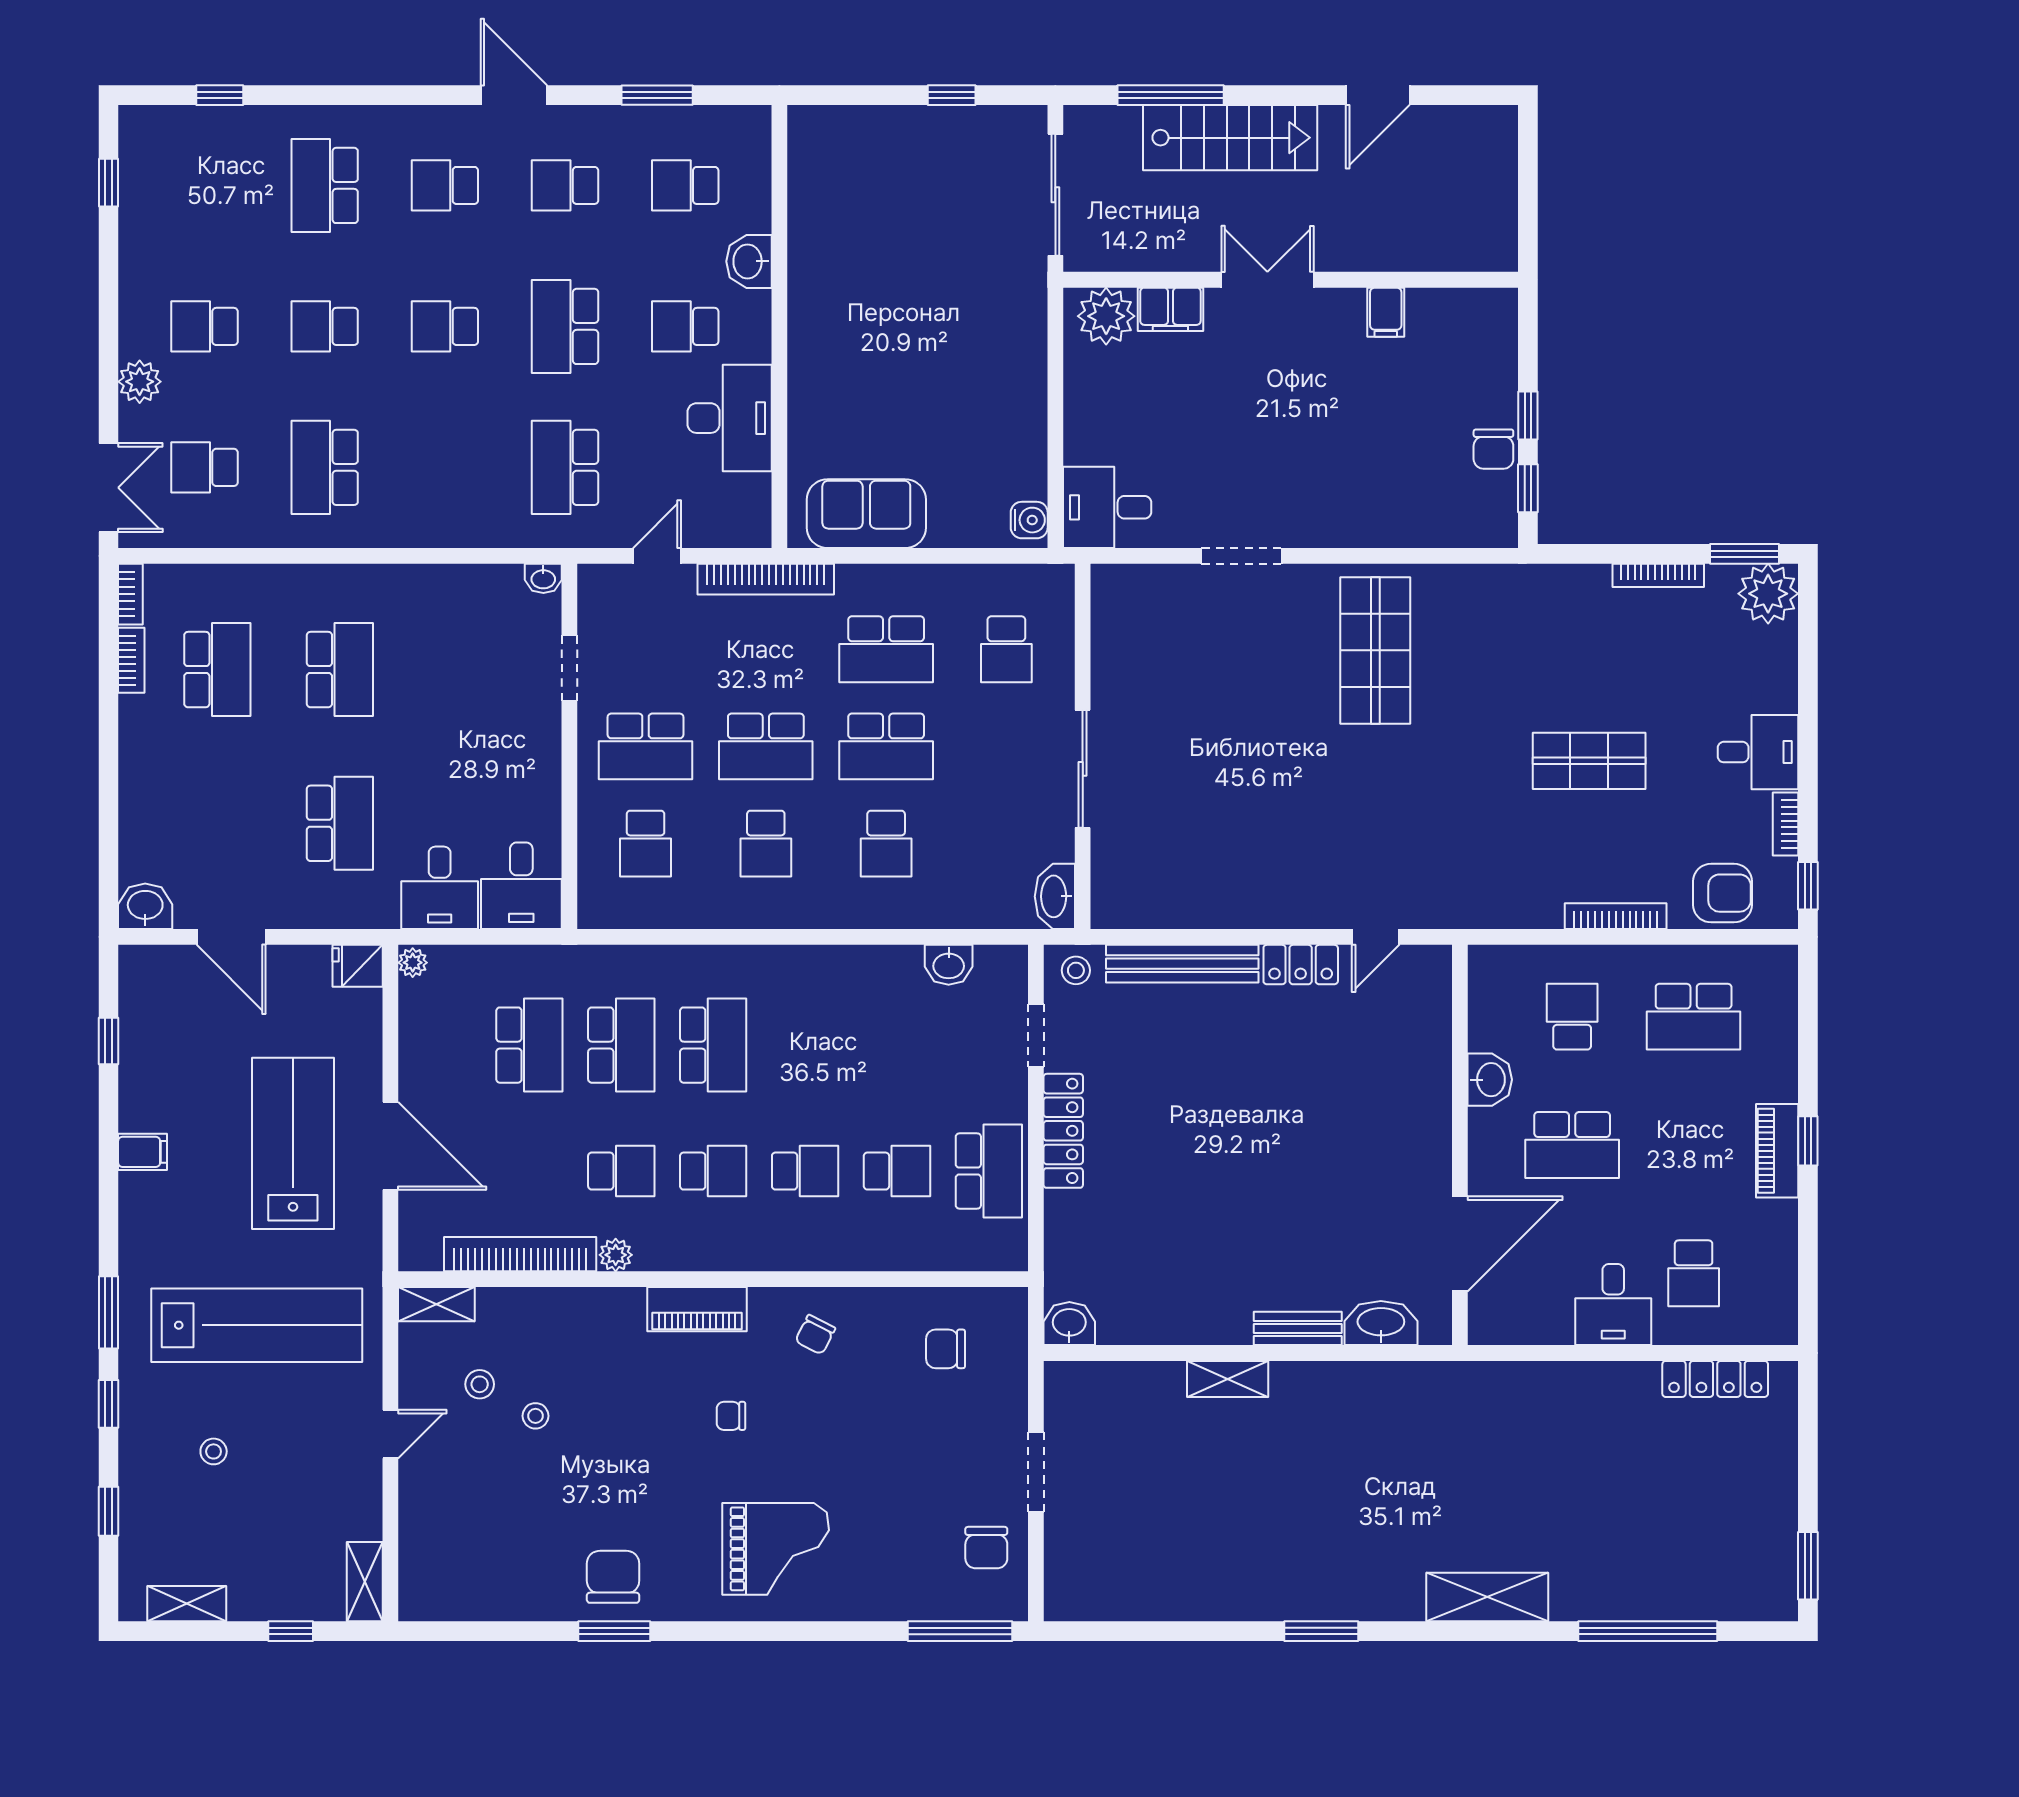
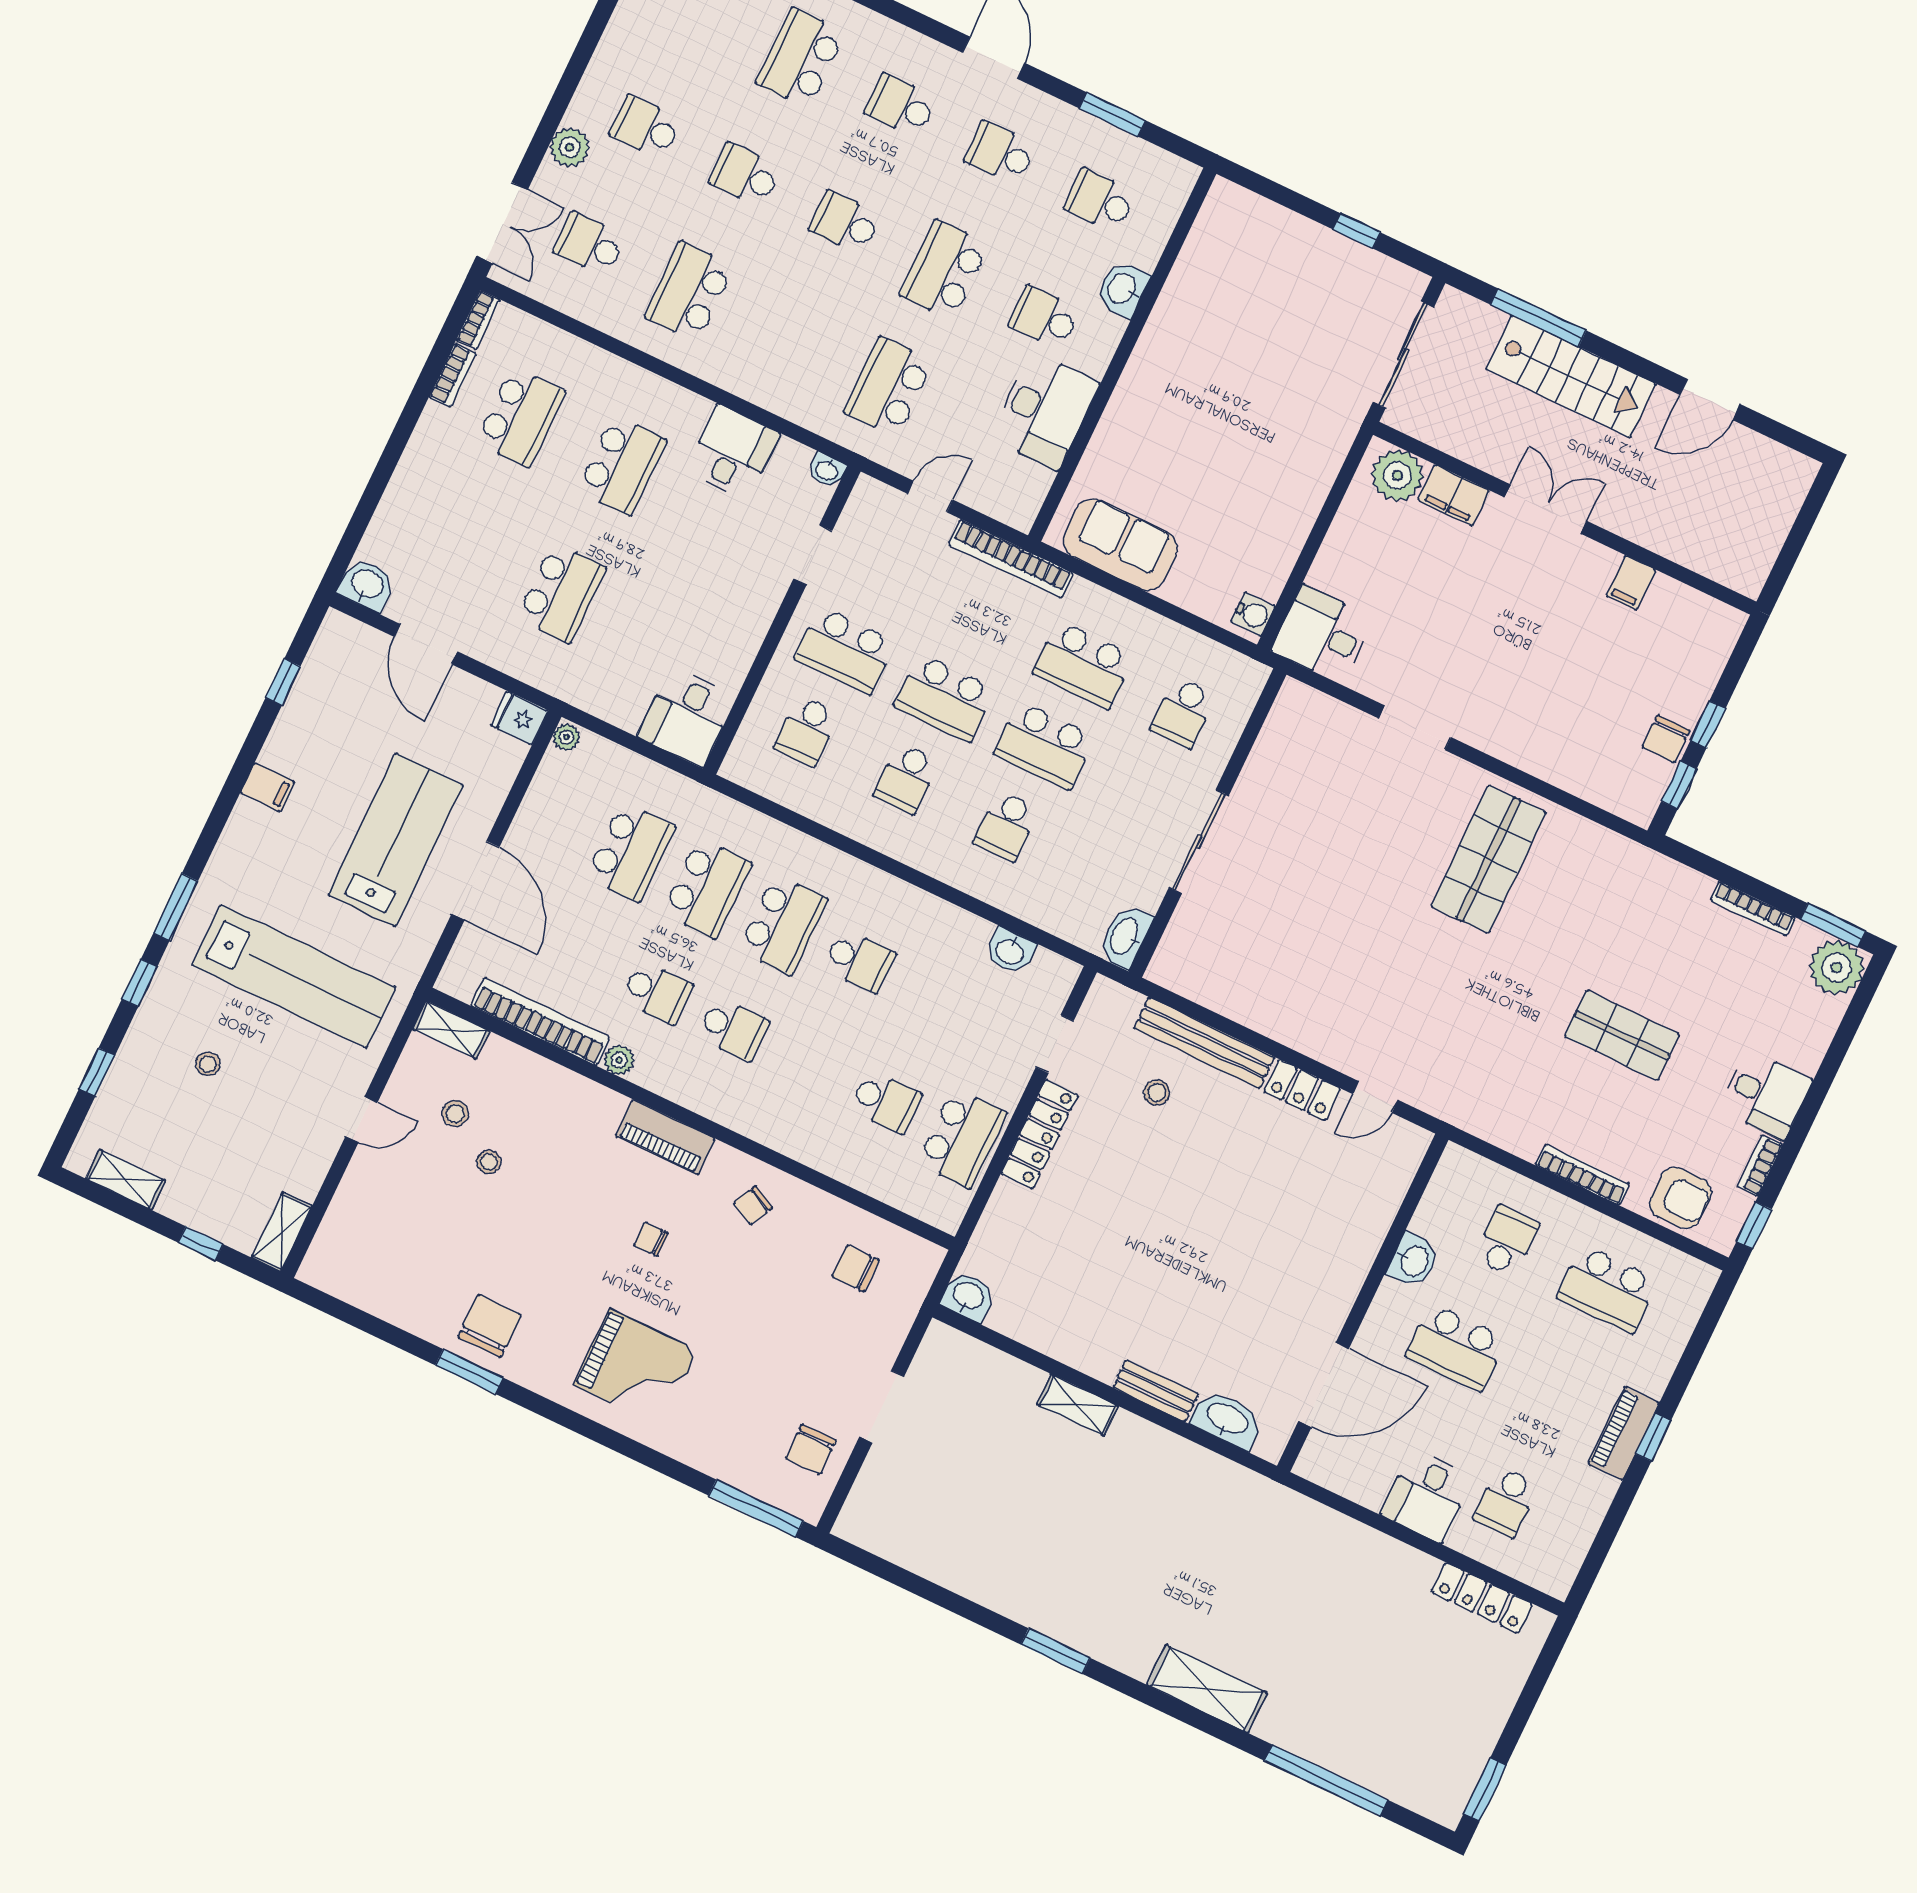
desk: (440, 888) -> (733, 452), moved, turned 180
stool: (1076, 970) -> (1157, 1093), moved
school desk: (805, 1171) -> (859, 961), moved

